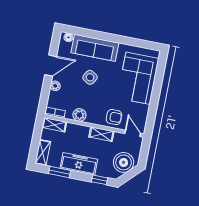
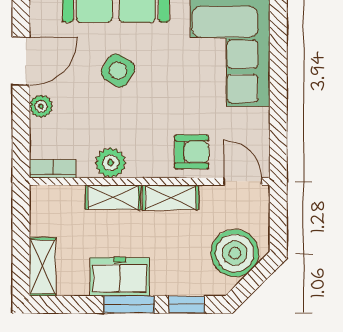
shelving: (54, 125) -> (113, 197), moved
freezer: (79, 164) -> (120, 277), width x0.71
window: (60, 172) -> (129, 304), moved

